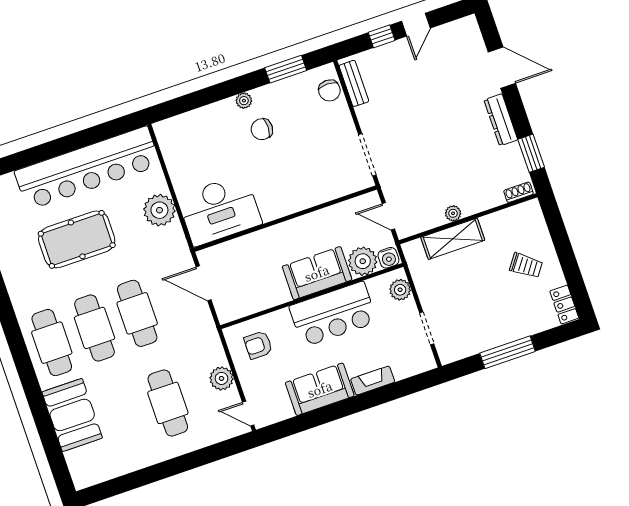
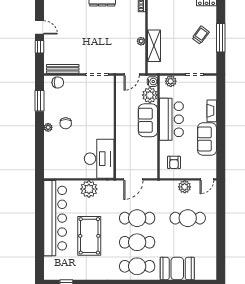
bench: (354, 83) -> (63, 69), width x1.36
trolley: (526, 266) -> (201, 35), moved

